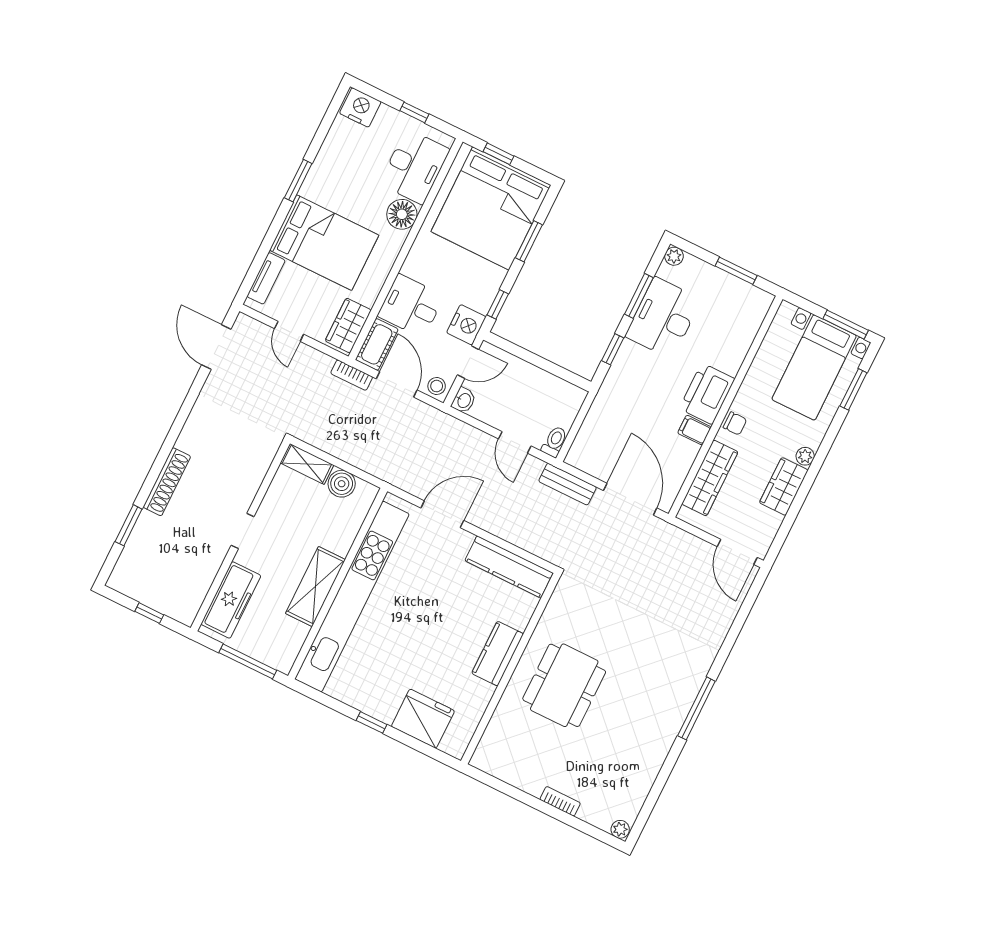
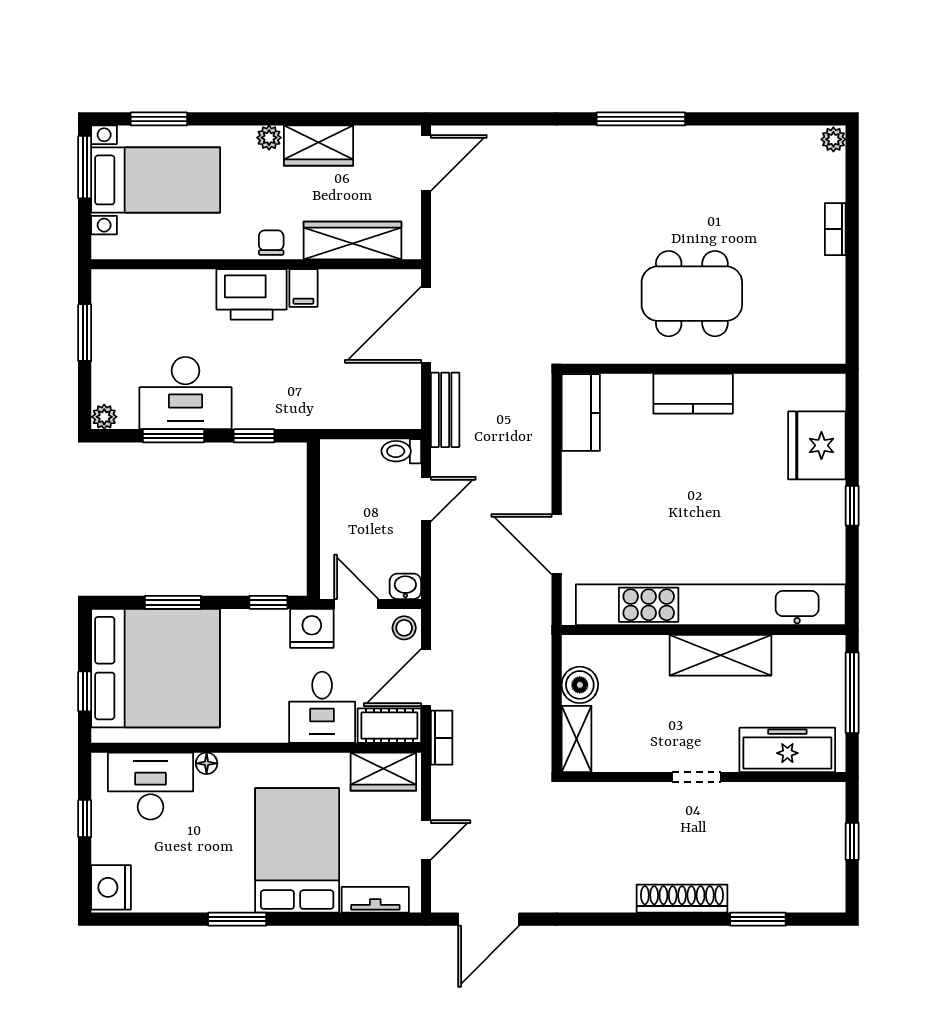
floor lamp: (402, 214) -> (207, 763), width x0.53, depth x0.53
kitchen counter: (509, 567) -> (581, 413), width x0.67

